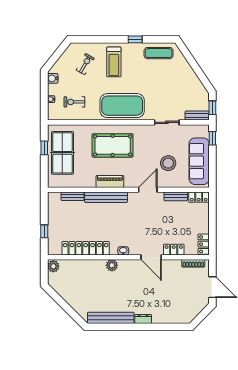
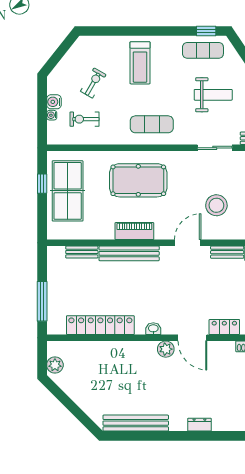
window: (135, 39) -> (206, 31), moved
exercise bike: (85, 64) -> (93, 83), moved
water cooler: (53, 78) -> (54, 102), moved
weight bench: (166, 85) -> (213, 95), added
exercise mat: (122, 106) -> (152, 124), width x0.50, depth x0.69
window: (44, 231) -> (42, 301), width x2.17
plant: (112, 265) -> (166, 349), moved
plant: (53, 266) -> (55, 365), moved
dresser: (143, 319) -> (199, 425), moved

